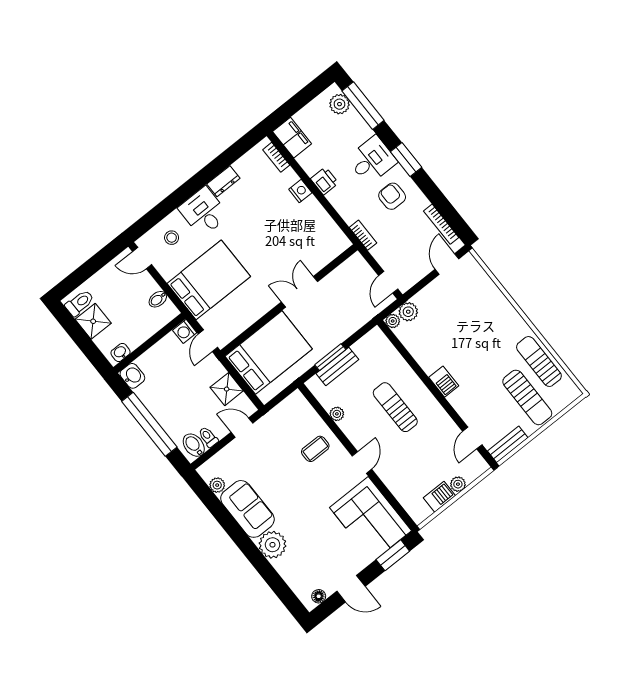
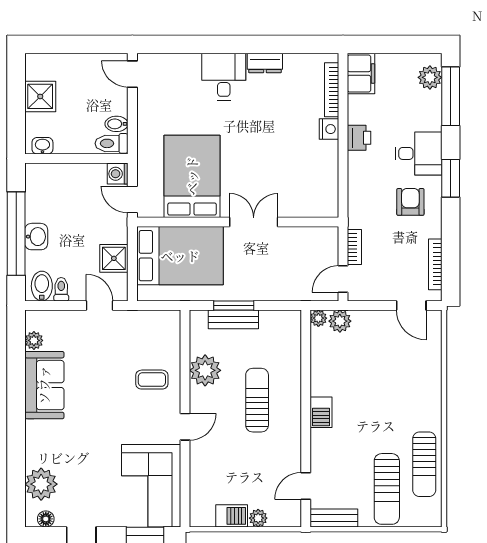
bookcase: (276, 157) -> (332, 90), width x1.56
bookcase: (363, 235) -> (354, 247), moved
stool: (172, 238) -> (175, 77), removed
door: (447, 264) -> (411, 305), swing flipped
bed: (209, 280) -> (192, 176), moved, turned -90
toilet: (80, 303) -> (112, 143), moved, turned 180
door: (208, 341) -> (132, 200), hinge flipped
sun lounger: (539, 361) -> (424, 464), turned 180
washbasin: (132, 376) -> (36, 237), moved
plant: (337, 414) -> (205, 370), width x1.88, depth x1.88
plant: (272, 545) -> (41, 484), moved

